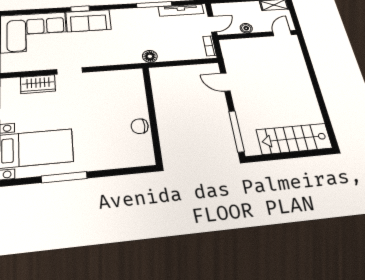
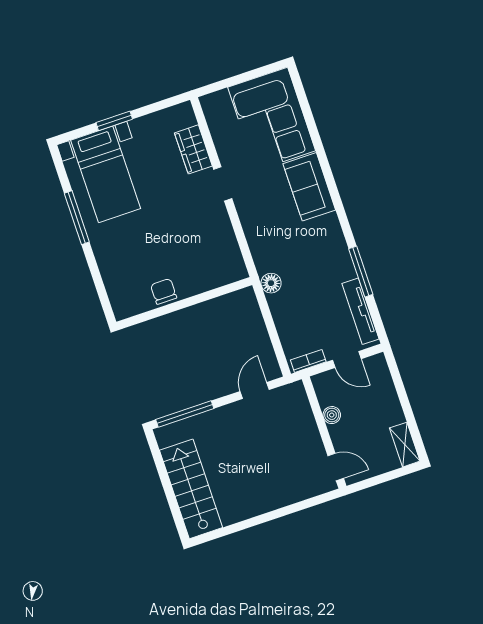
window: (80, 9) -> (327, 170), removed
boiler: (246, 28) -> (332, 415), moved
door: (282, 33) -> (336, 467), moved
wall: (258, 35) -> (324, 432), moved

